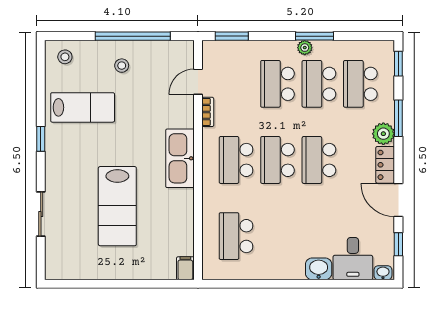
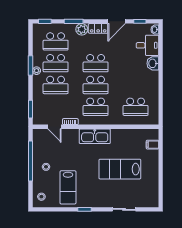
lab bench: (83, 107) -> (68, 187), turned 180
lab bench: (117, 206) -> (120, 169), turned 180
filing cabinet: (185, 268) -> (152, 145), moved

